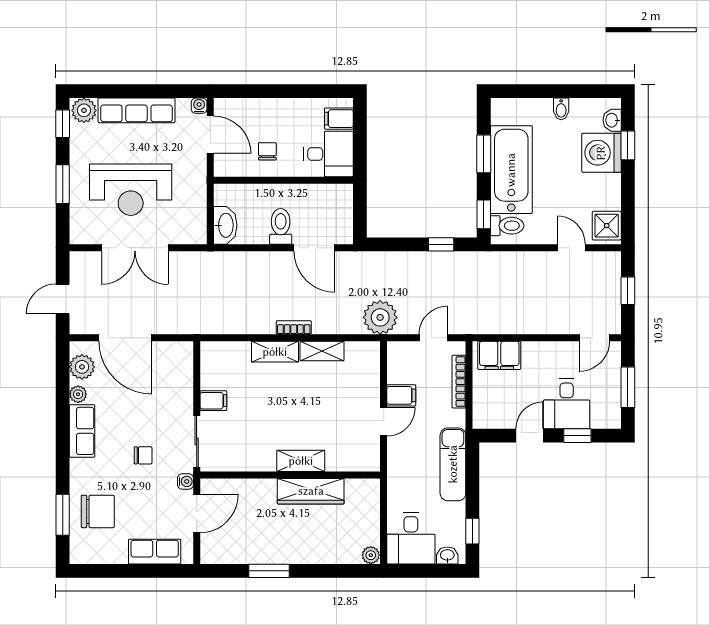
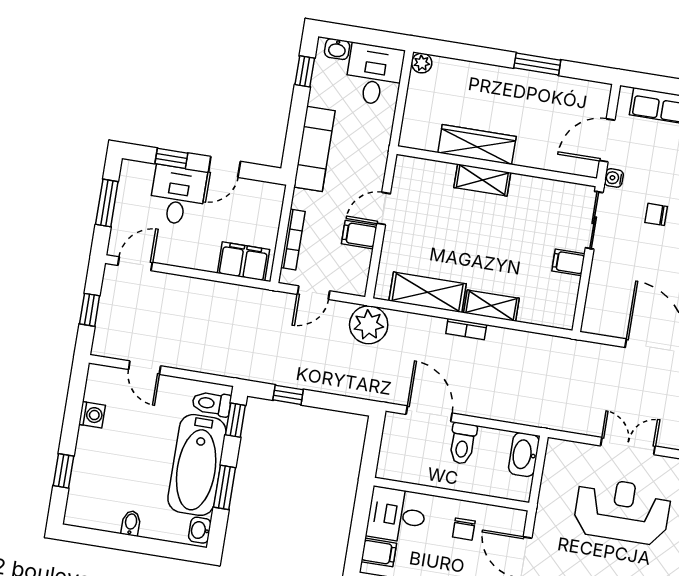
washbasin: (612, 120) -> (200, 530), moved, turned 180
washing machine: (601, 153) -> (92, 415), moved, width x0.53, depth x0.53
shower: (607, 226) -> (101, 386), removed
double door: (135, 248) -> (628, 446), width x0.73
shelving: (322, 351) -> (428, 292), width x1.50, depth x1.33

